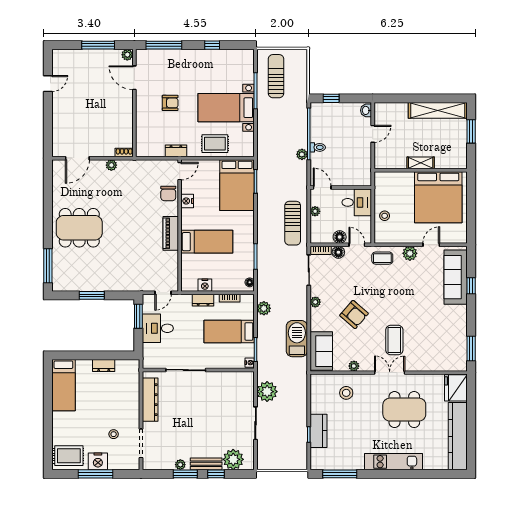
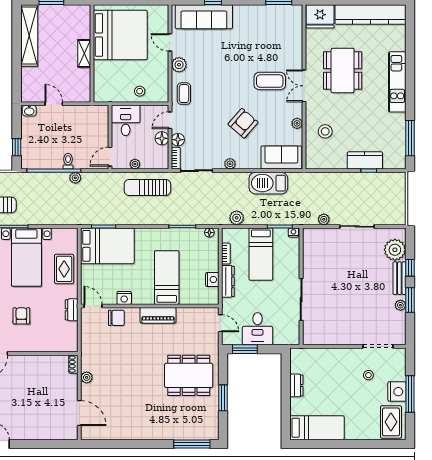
sun lounger: (293, 223) -> (147, 188), turned 180
dining table: (79, 228) -> (189, 375), moved, turned 90
dresser: (203, 300) -> (228, 281), width x1.44
plant: (267, 392) -> (324, 219), width x0.53, depth x0.53
dresser: (150, 400) -> (332, 337), removed

